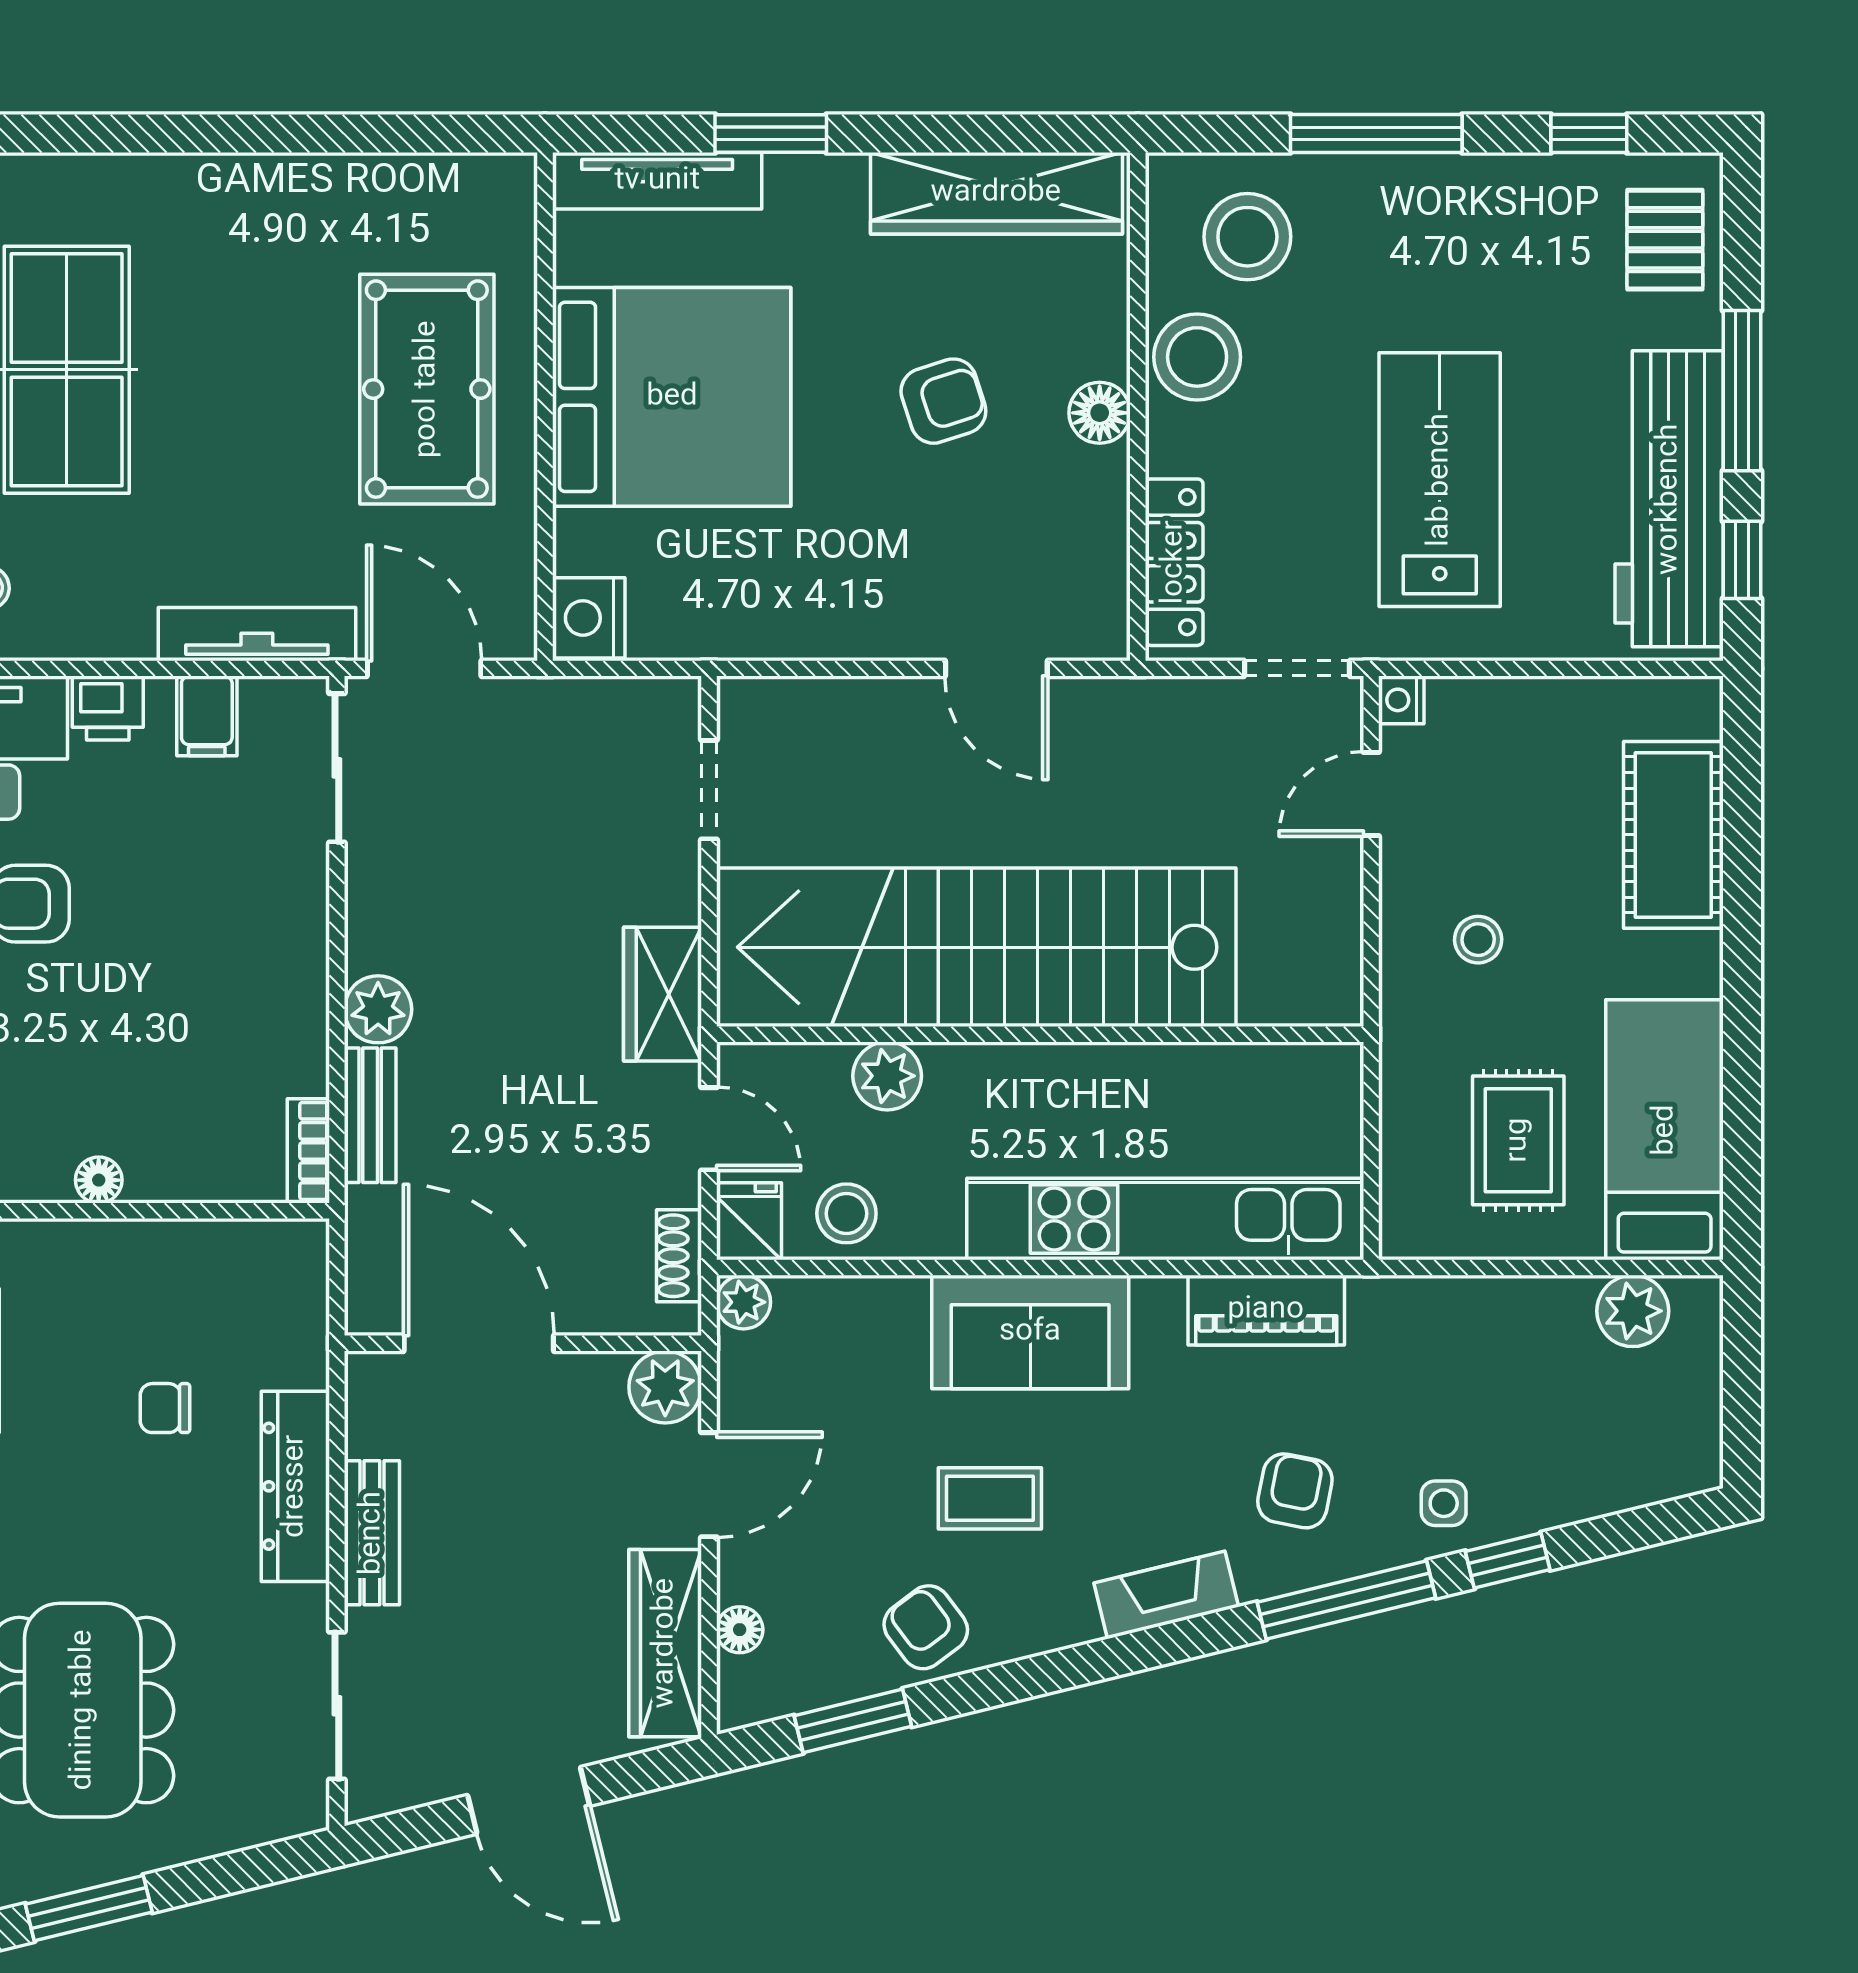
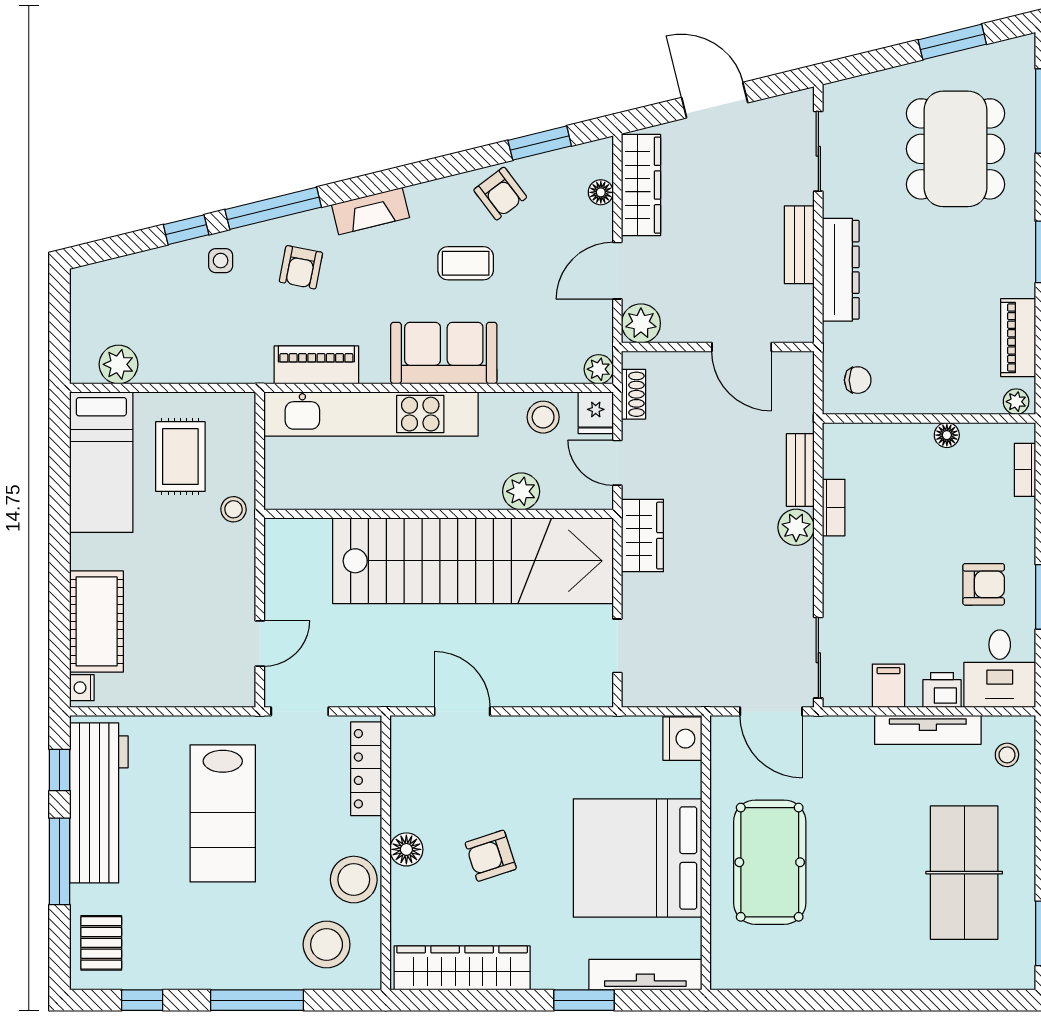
tv unit: (257, 634) -> (928, 730), moved
nightstand: (1401, 700) -> (82, 688), moved, turned 180
stool: (1478, 940) -> (233, 509), moved
bookcase: (308, 1151) -> (834, 508), moved
door: (479, 1343) -> (742, 347), width x0.73
chair: (165, 1408) -> (858, 380), moved

